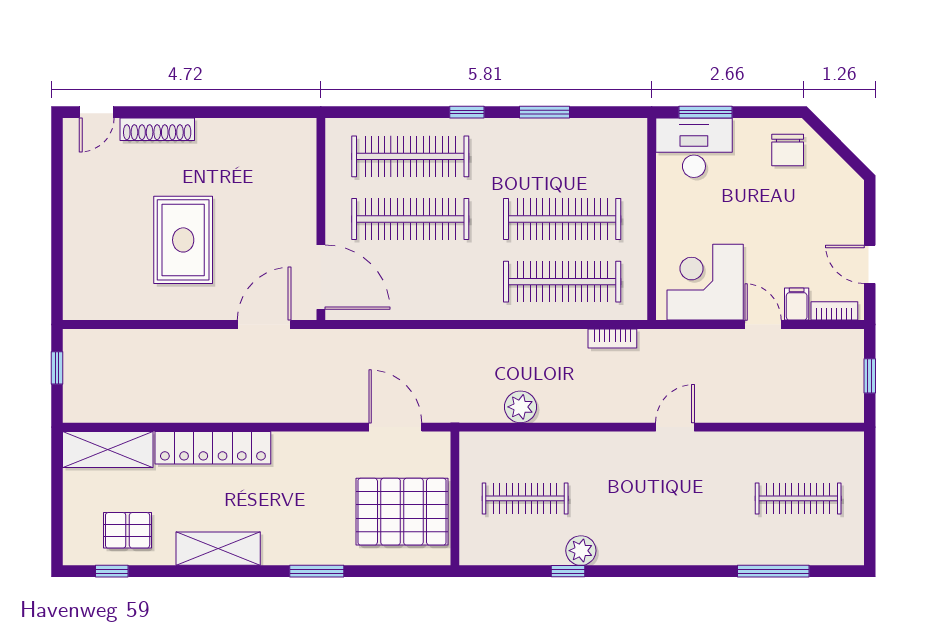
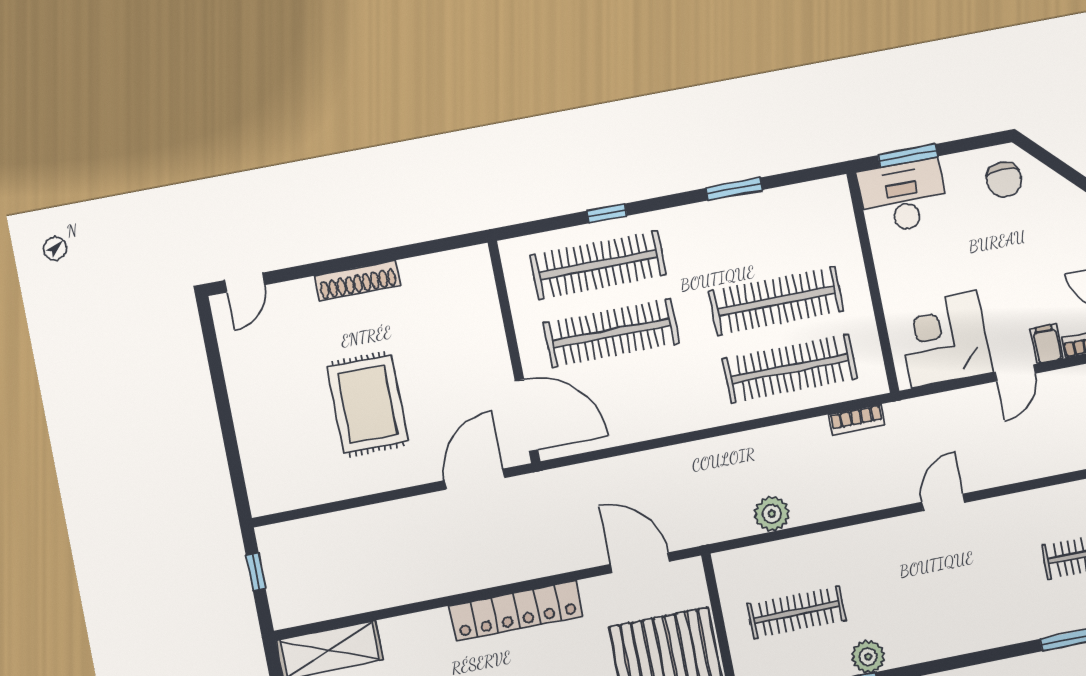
window: (467, 112) -> (607, 213), moved
shoe rack: (157, 129) -> (358, 280), moved
door: (763, 325) -> (1015, 373), swing flipped
locker: (213, 448) -> (516, 611), moved

